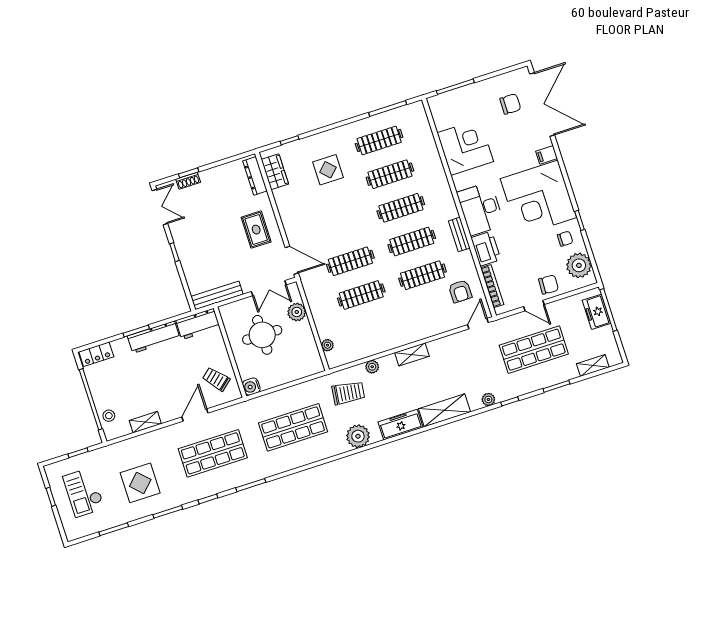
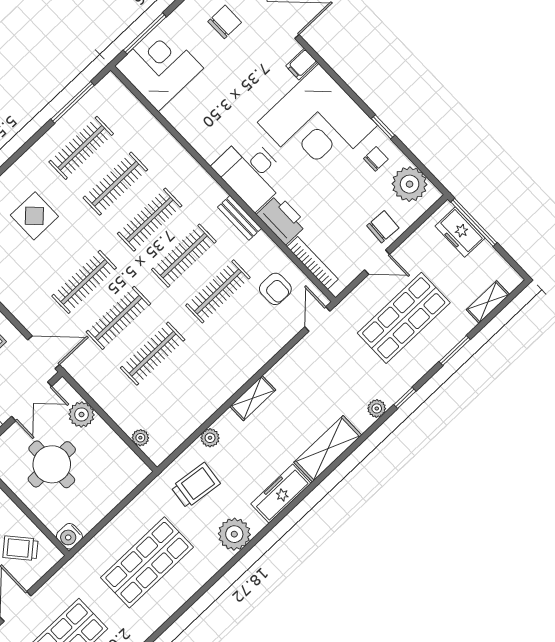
corner desk: (465, 147) -> (159, 67), moved
clothes rail: (339, 228) -> (84, 282), added

